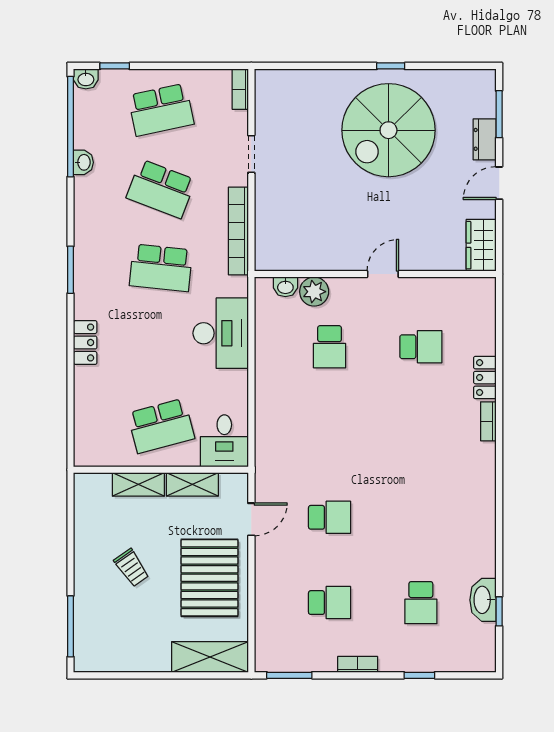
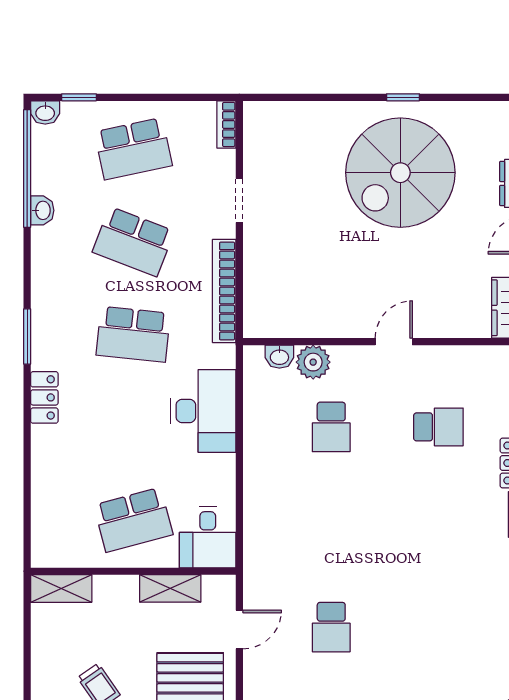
locker: (85, 342) -> (44, 397), moved
shelving: (138, 484) -> (61, 588), moved
school desk: (330, 517) -> (331, 627), turned 90

